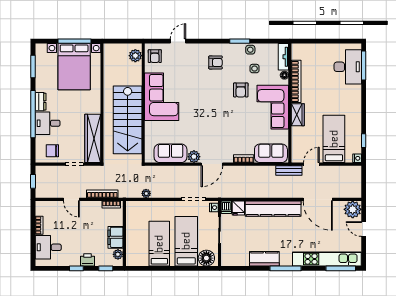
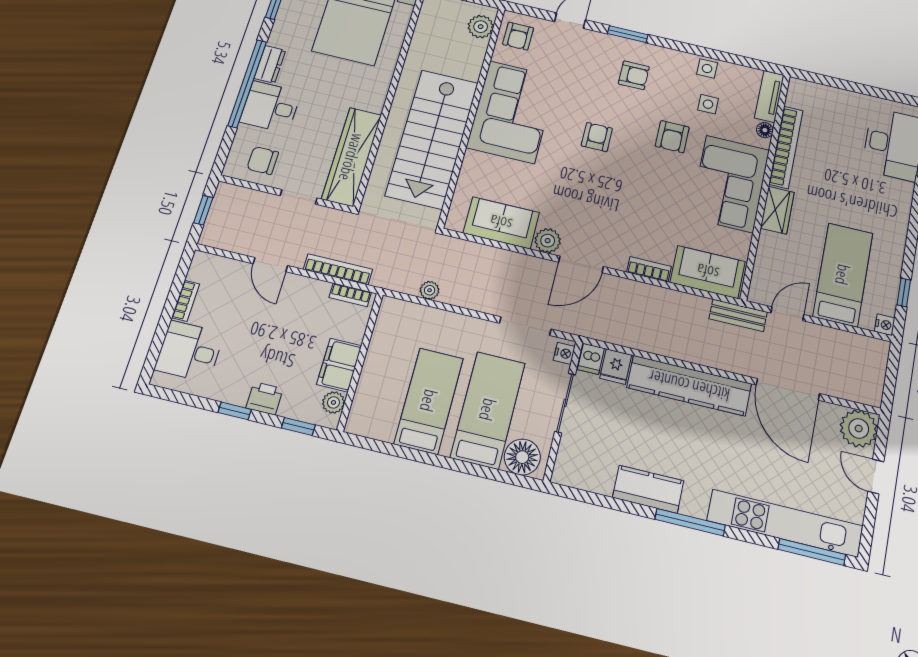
window: (240, 41) -> (628, 34), moved
armchair: (205, 99) -> (597, 137), added

